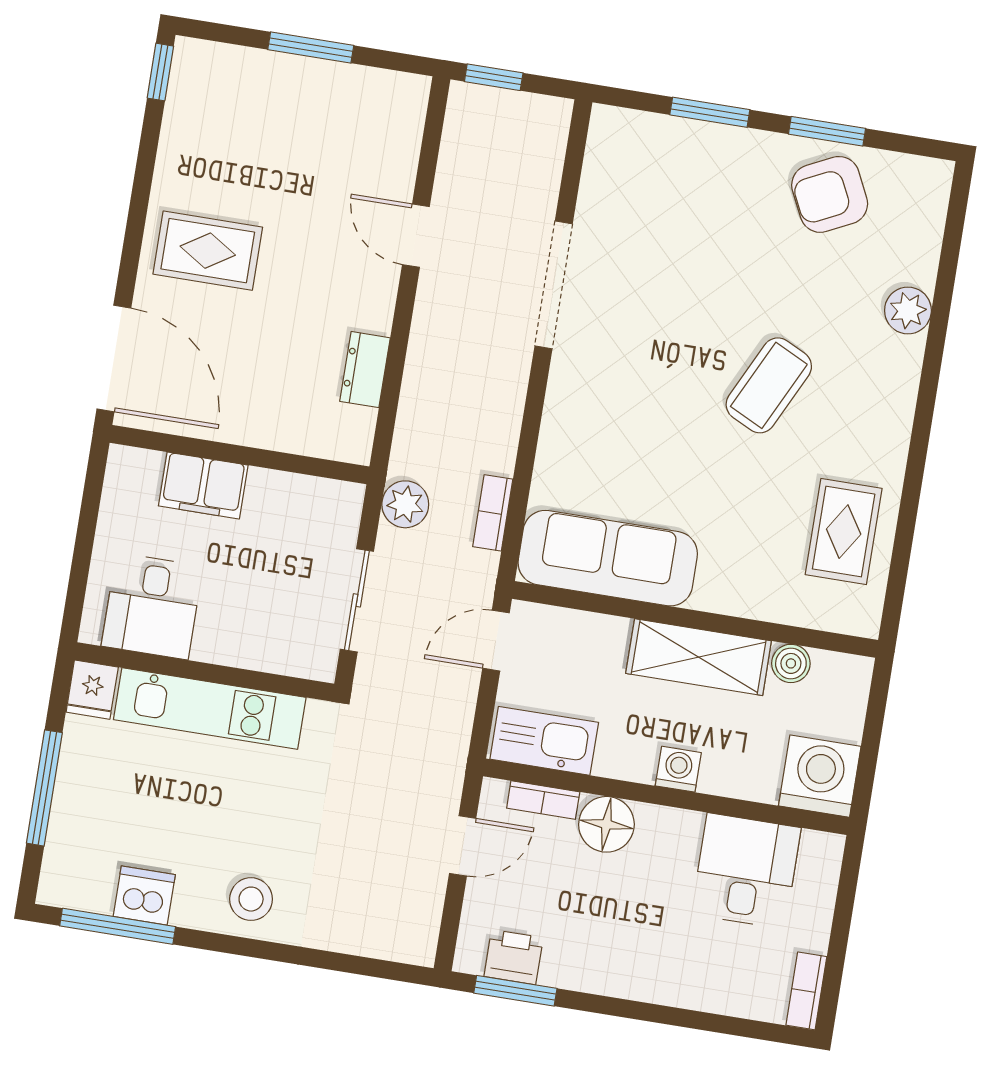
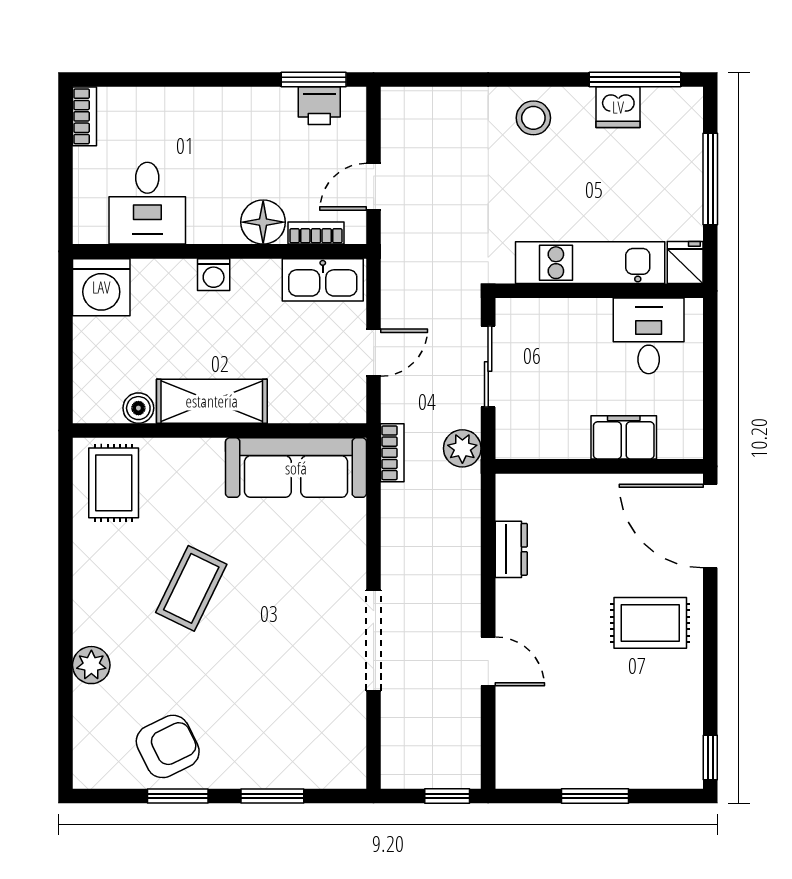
sofa: (608, 558) -> (296, 468), moved
wall: (695, 619) -> (219, 431), moved
shelving: (699, 657) -> (212, 401), moved
boiler: (791, 663) -> (138, 408), moved

